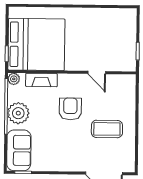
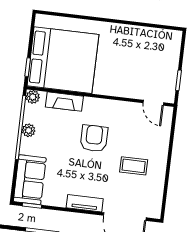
door: (97, 73) -> (153, 103), moved
plant: (18, 113) -> (29, 130), width x0.53, depth x0.53
coffee table: (107, 129) -> (134, 166), width x0.73, depth x0.77
tv unit: (68, 166) -> (85, 203), added

